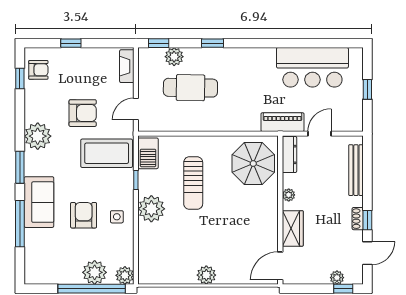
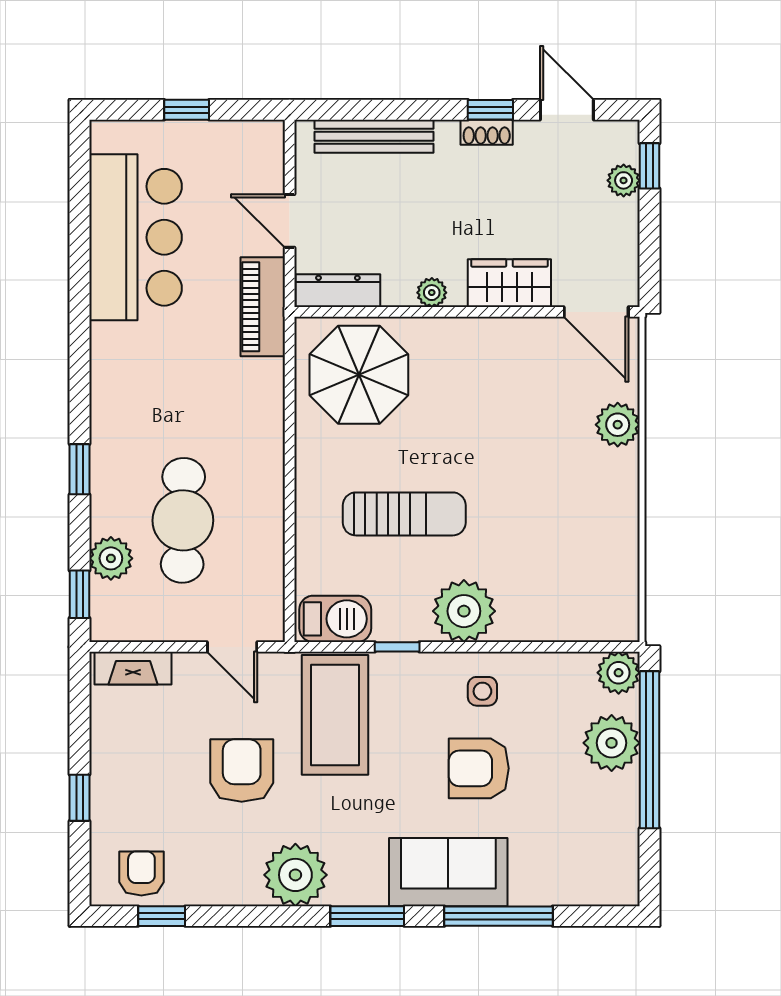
plant: (206, 275) -> (618, 425), moved

